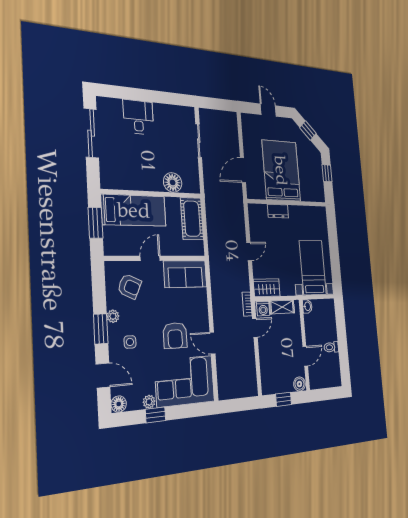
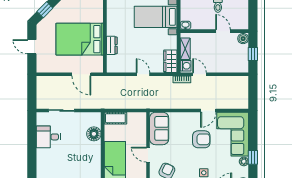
door: (268, 110) -> (32, 47), hinge flipped
desk: (138, 117) -> (48, 137), moved
cot: (192, 219) -> (115, 118), width x0.73, depth x0.75

